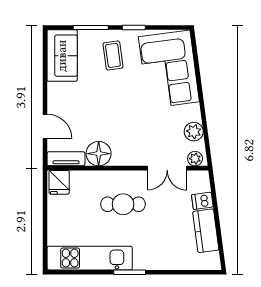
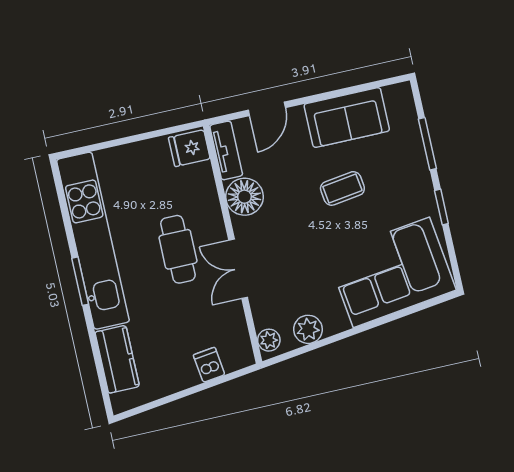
coffee table: (113, 55) -> (342, 188), moved
sofa: (62, 56) -> (347, 118), moved
double door: (167, 168) -> (238, 269), moved
kitchen counter: (206, 231) -> (117, 359), moved, turned 98
kitchen unit: (90, 258) -> (93, 241), width x1.36

